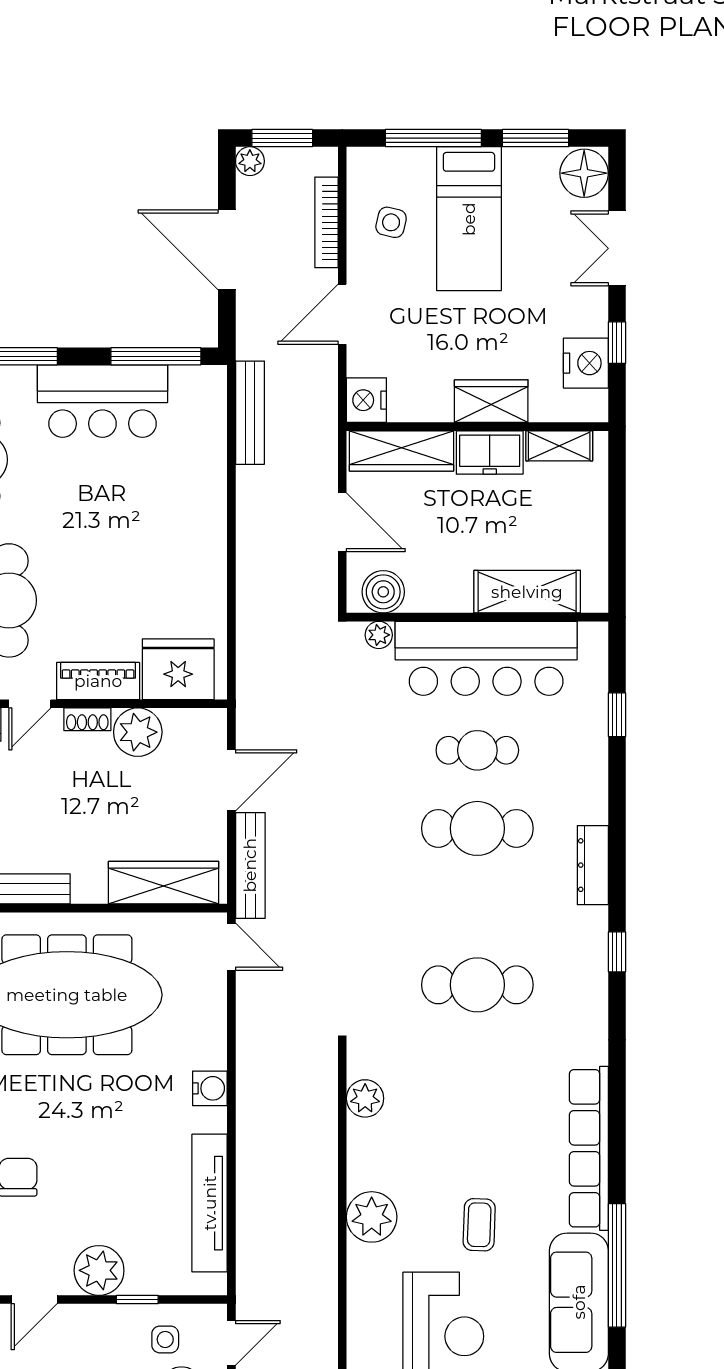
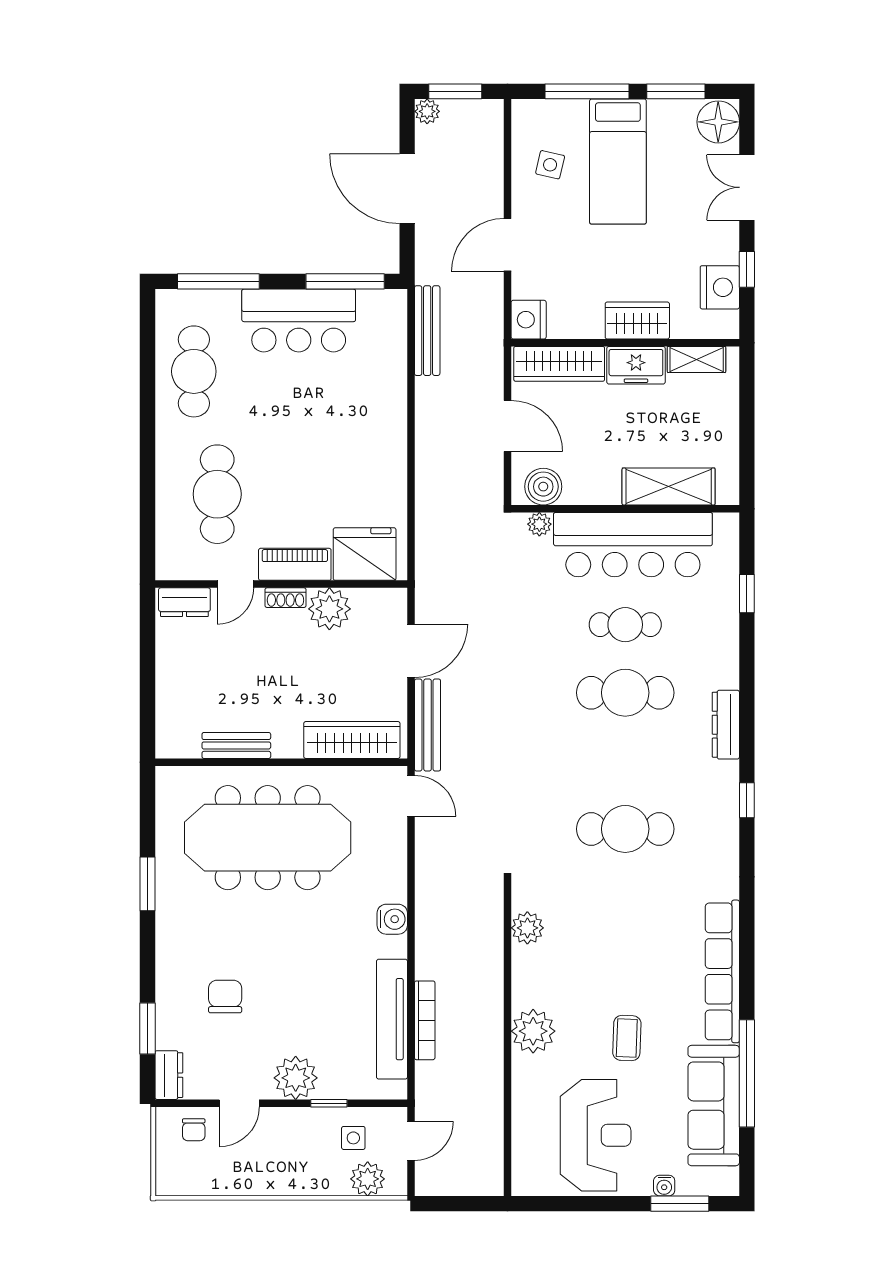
bookcase: (326, 222) -> (425, 1020), moved, turned 180

